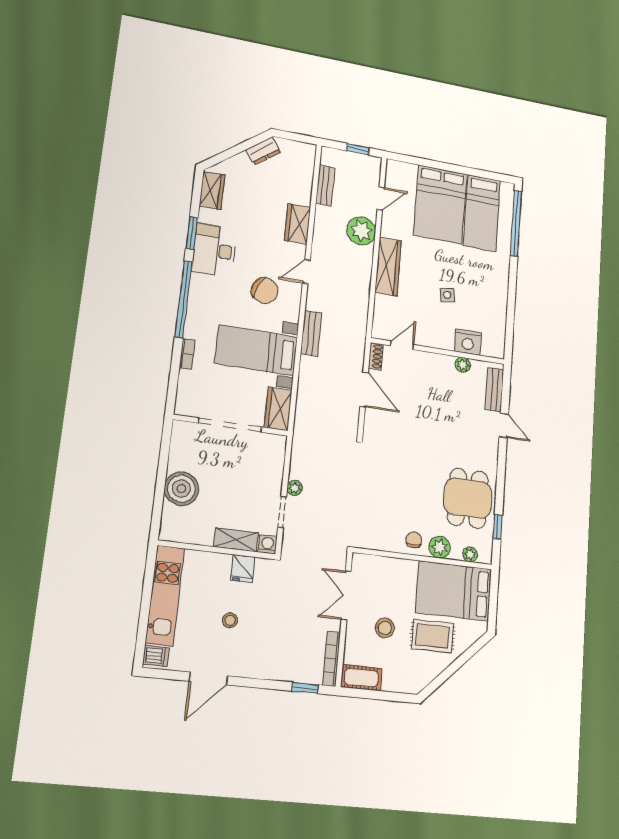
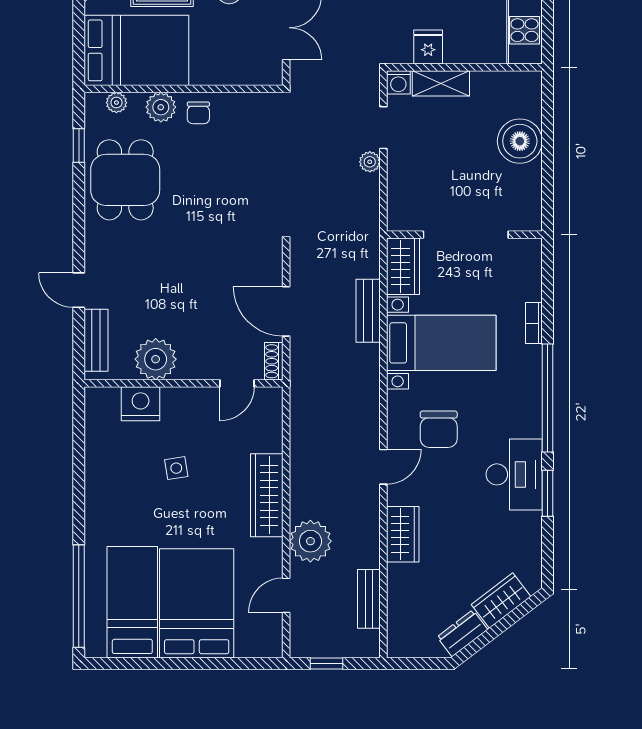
wardrobe: (212, 190) -> (501, 601), moved, turned 53
chair: (265, 291) -> (439, 429), turned -114
bench: (311, 333) -> (368, 311), moved
plant: (463, 365) -> (156, 359), width x1.87, depth x1.87

